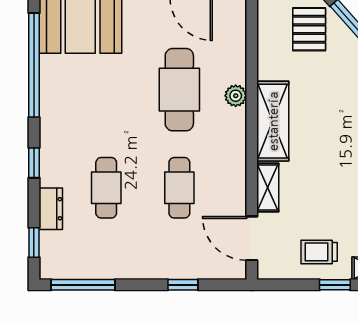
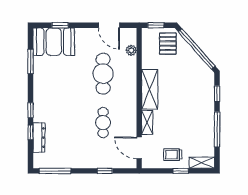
window: (34, 65) -> (31, 61), width x0.47
plant: (236, 96) -> (131, 50), moved
cafe table: (106, 188) -> (67, 123), removed
dresser: (51, 209) -> (39, 138), width x1.44
window: (34, 242) -> (31, 132), moved

